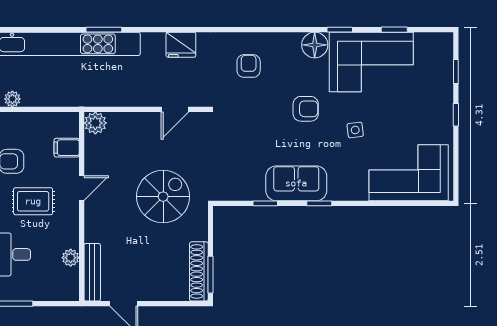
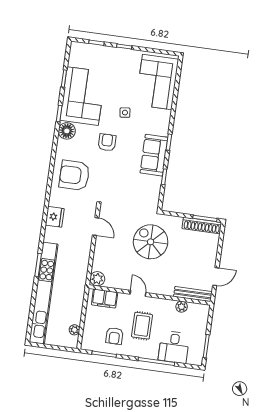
armchair: (249, 66) -> (74, 175), width x1.88, depth x1.88
filing cabinet: (67, 148) -> (105, 299), width x2.00

